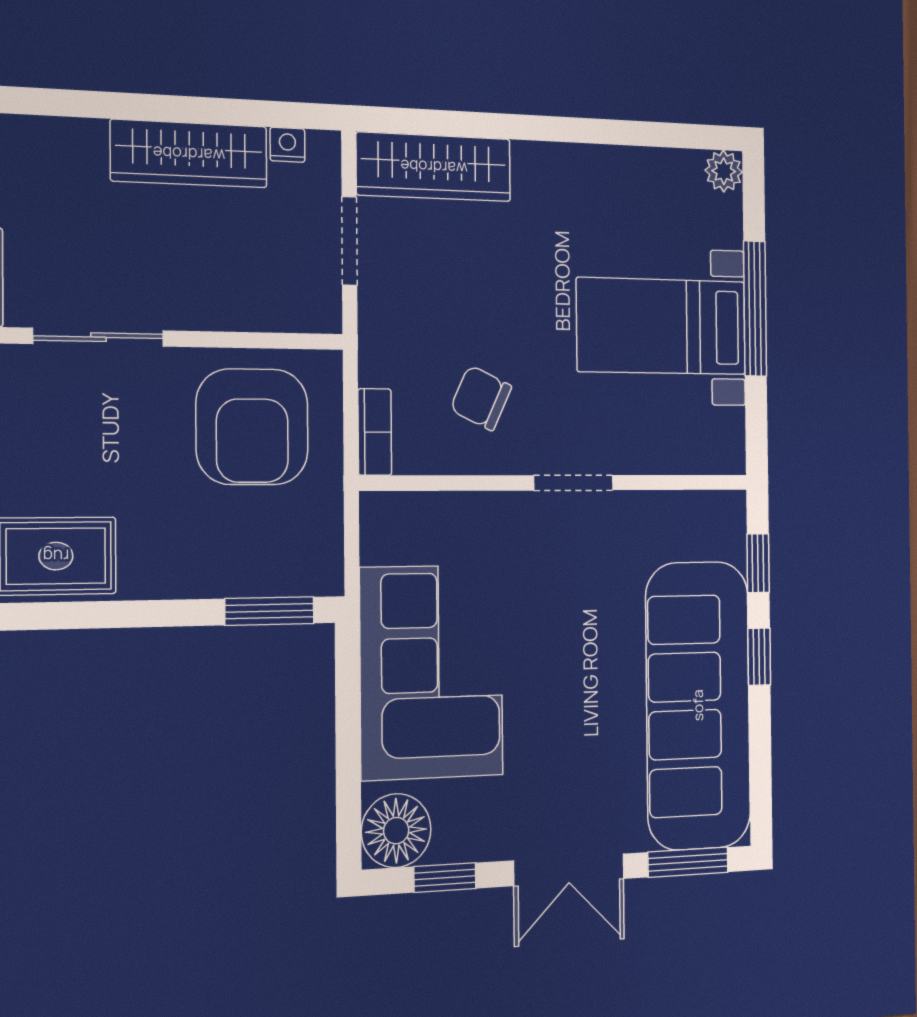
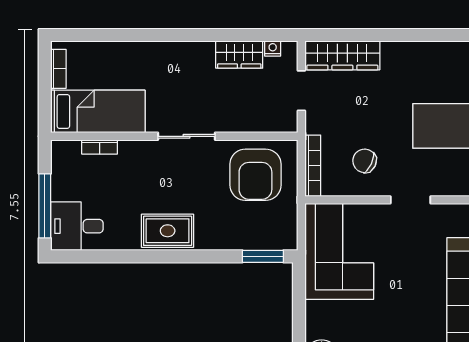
wardrobe: (189, 154) -> (239, 55), width x0.67
bookcase: (375, 432) -> (313, 166), width x1.56
corner sofa: (432, 672) -> (339, 251), moved

